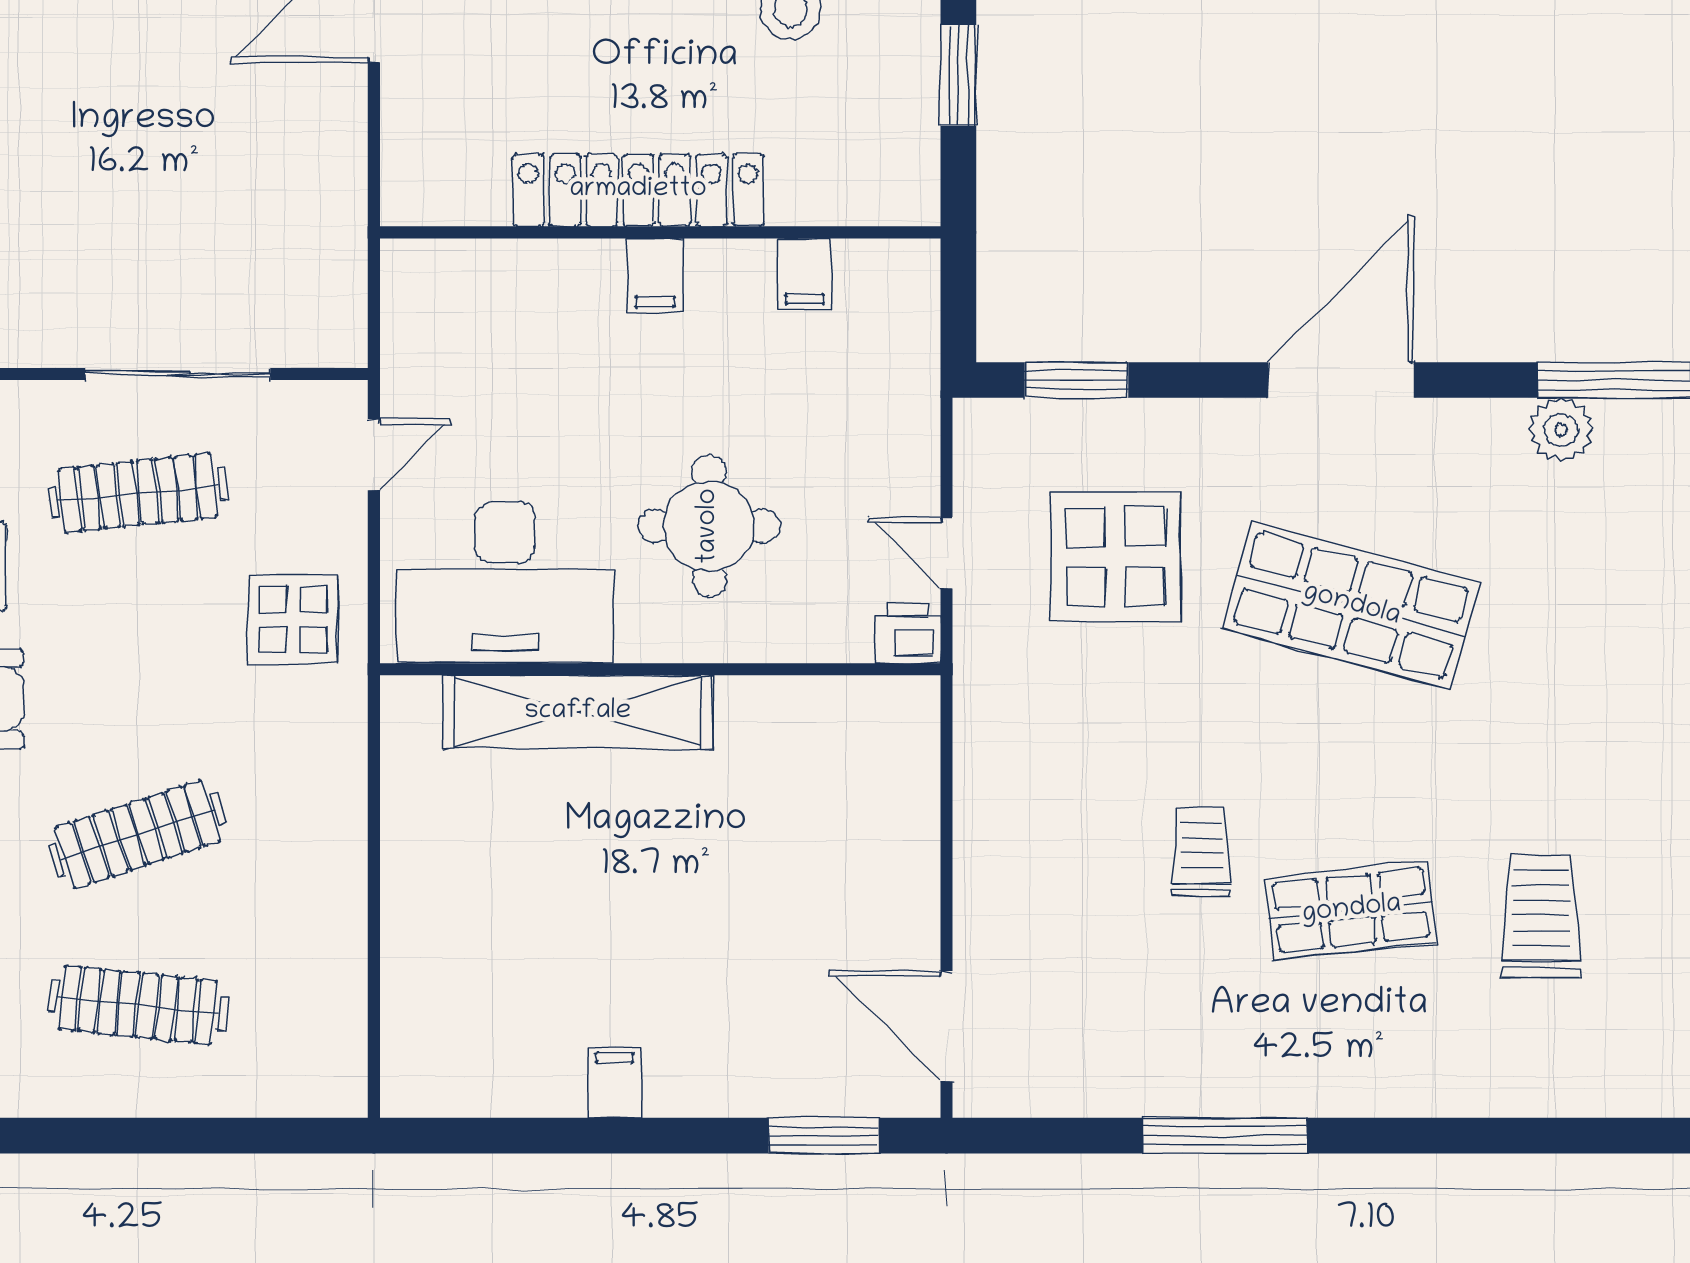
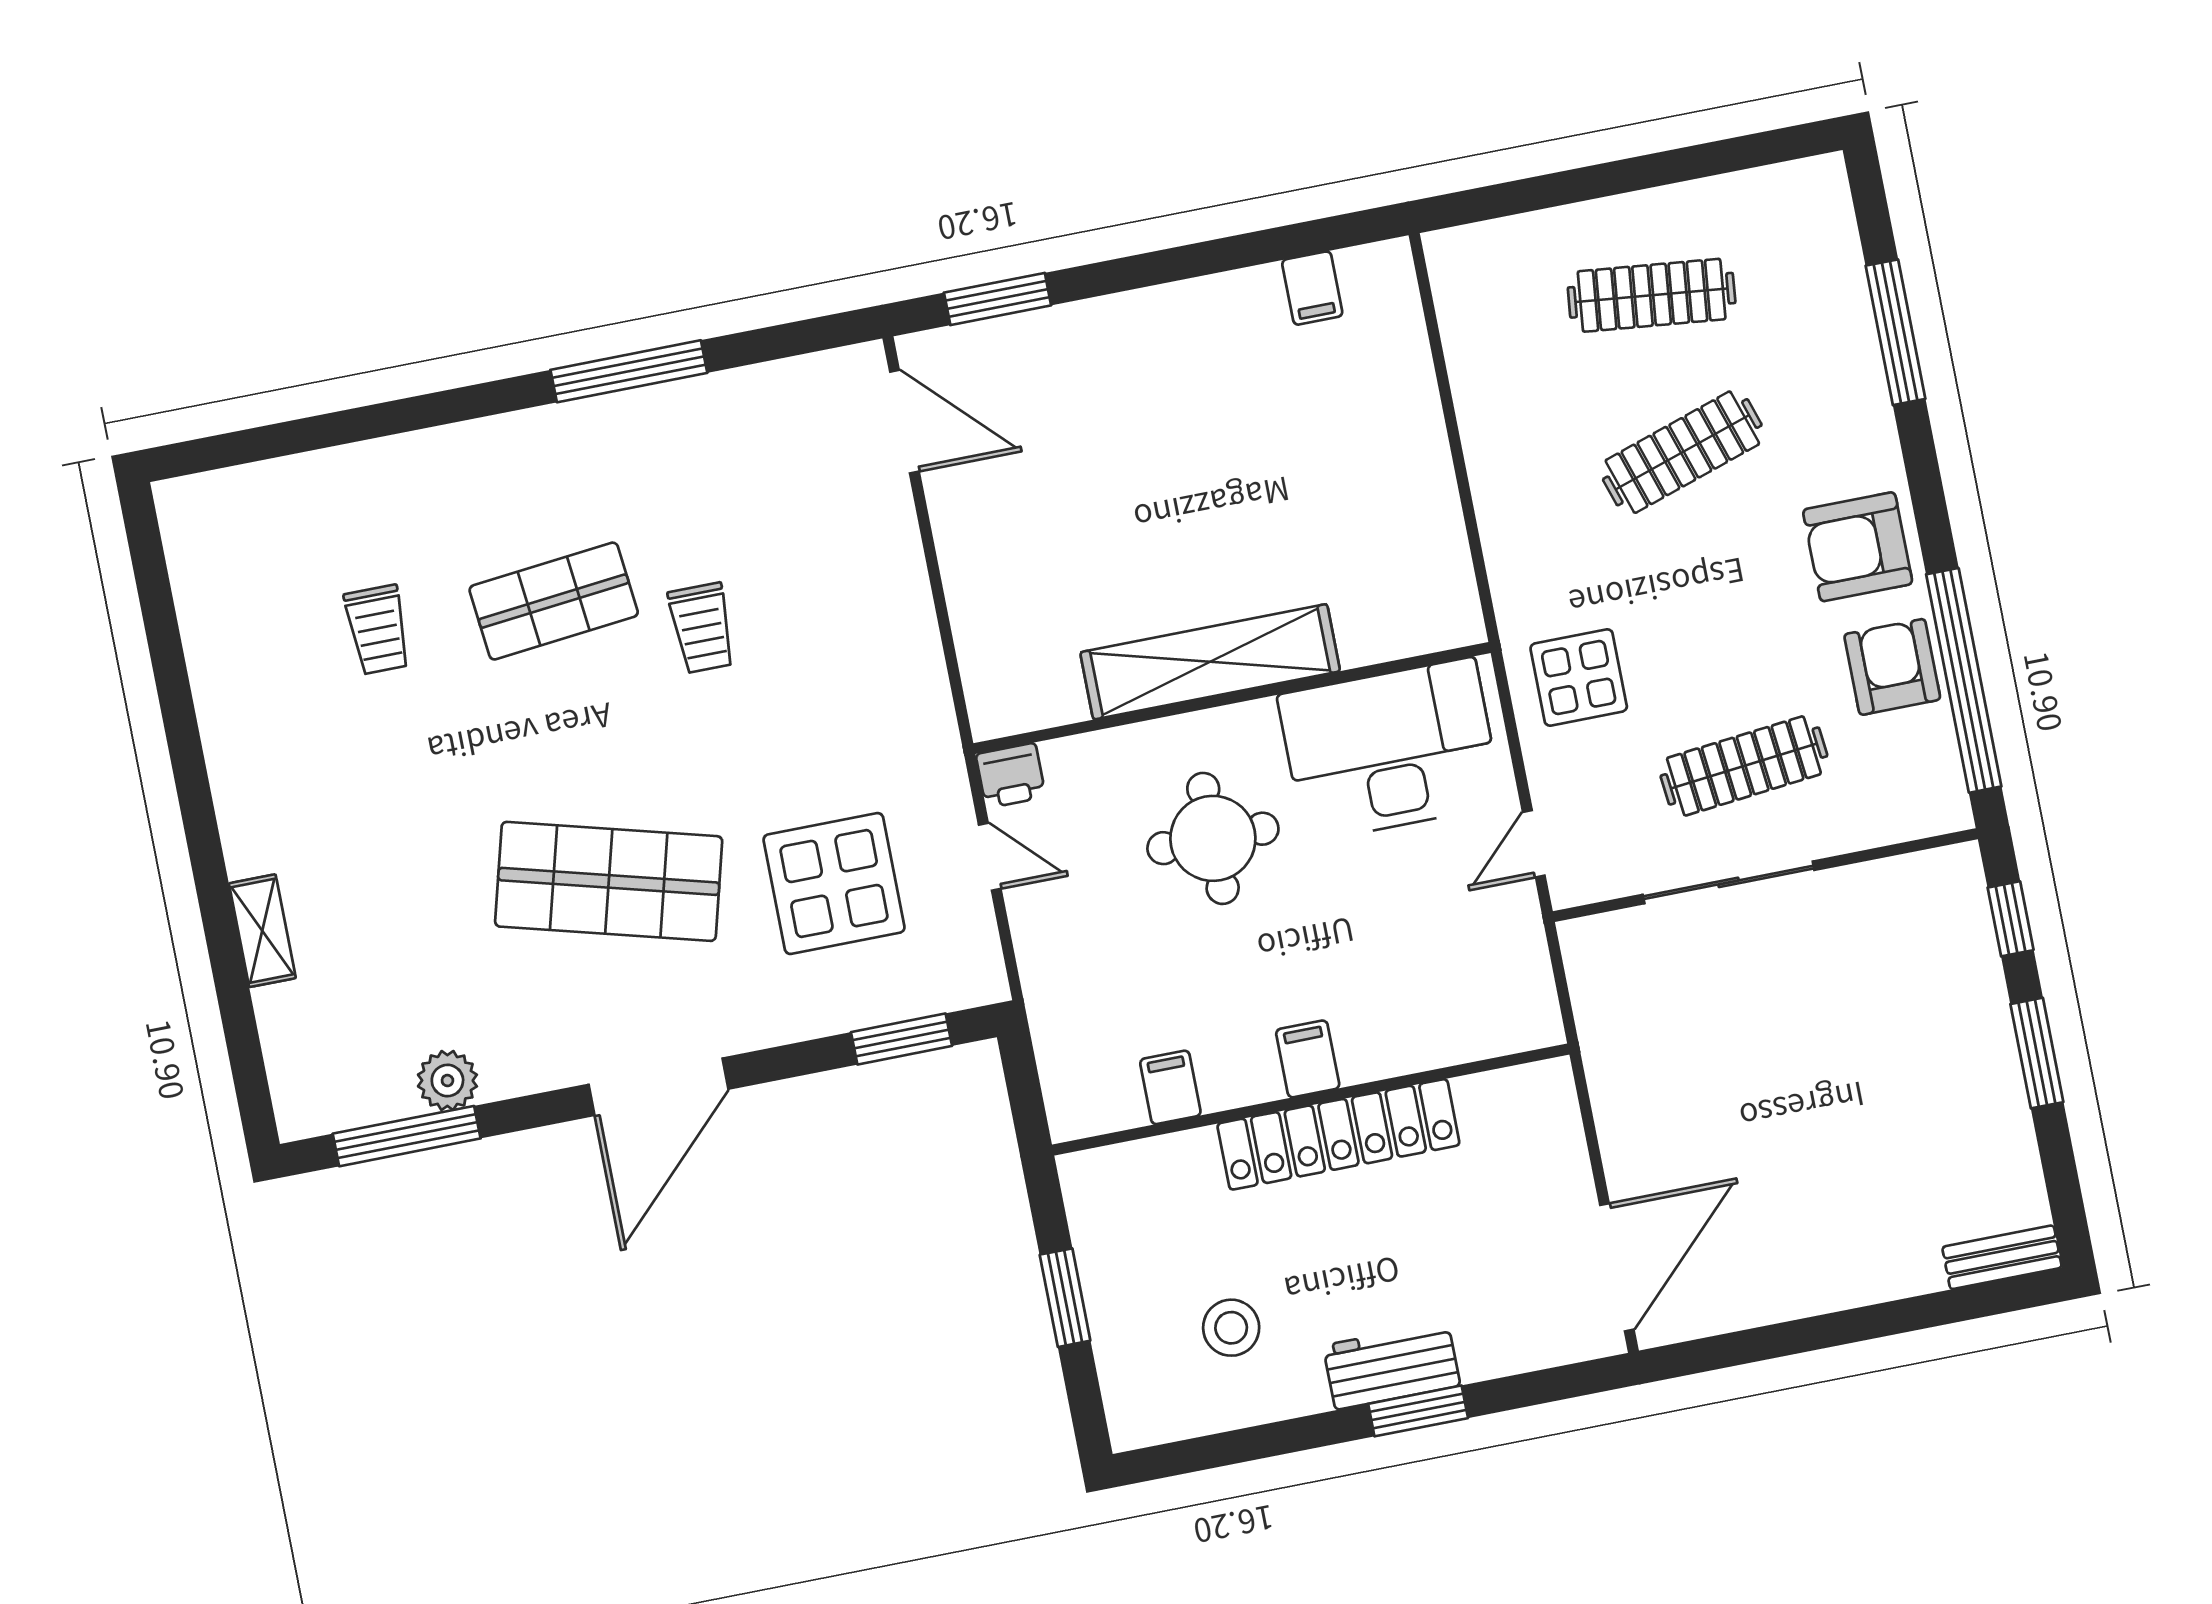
shelving: (578, 712) -> (1210, 662), moved
trolley: (1541, 917) -> (378, 630), width x0.73, depth x0.72
filing cabinet: (614, 1082) -> (1312, 288), moved

